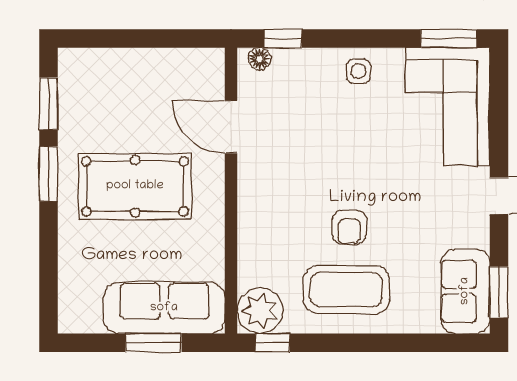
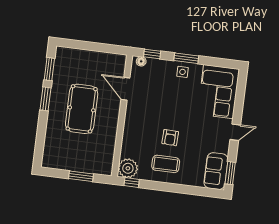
window: (449, 38) -> (186, 58), moved
pool table: (135, 186) -> (82, 109), turned 90
coffee table: (346, 290) -> (166, 164), width x0.73, depth x0.76
sofa: (164, 308) -> (87, 162), removed

